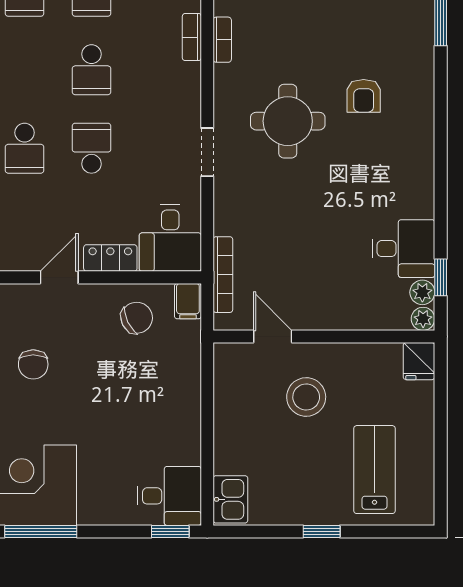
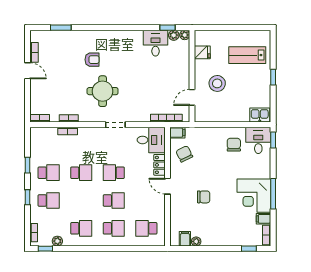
fridge: (419, 361) -> (202, 52), moved
chair: (159, 437) -> (234, 145), added

